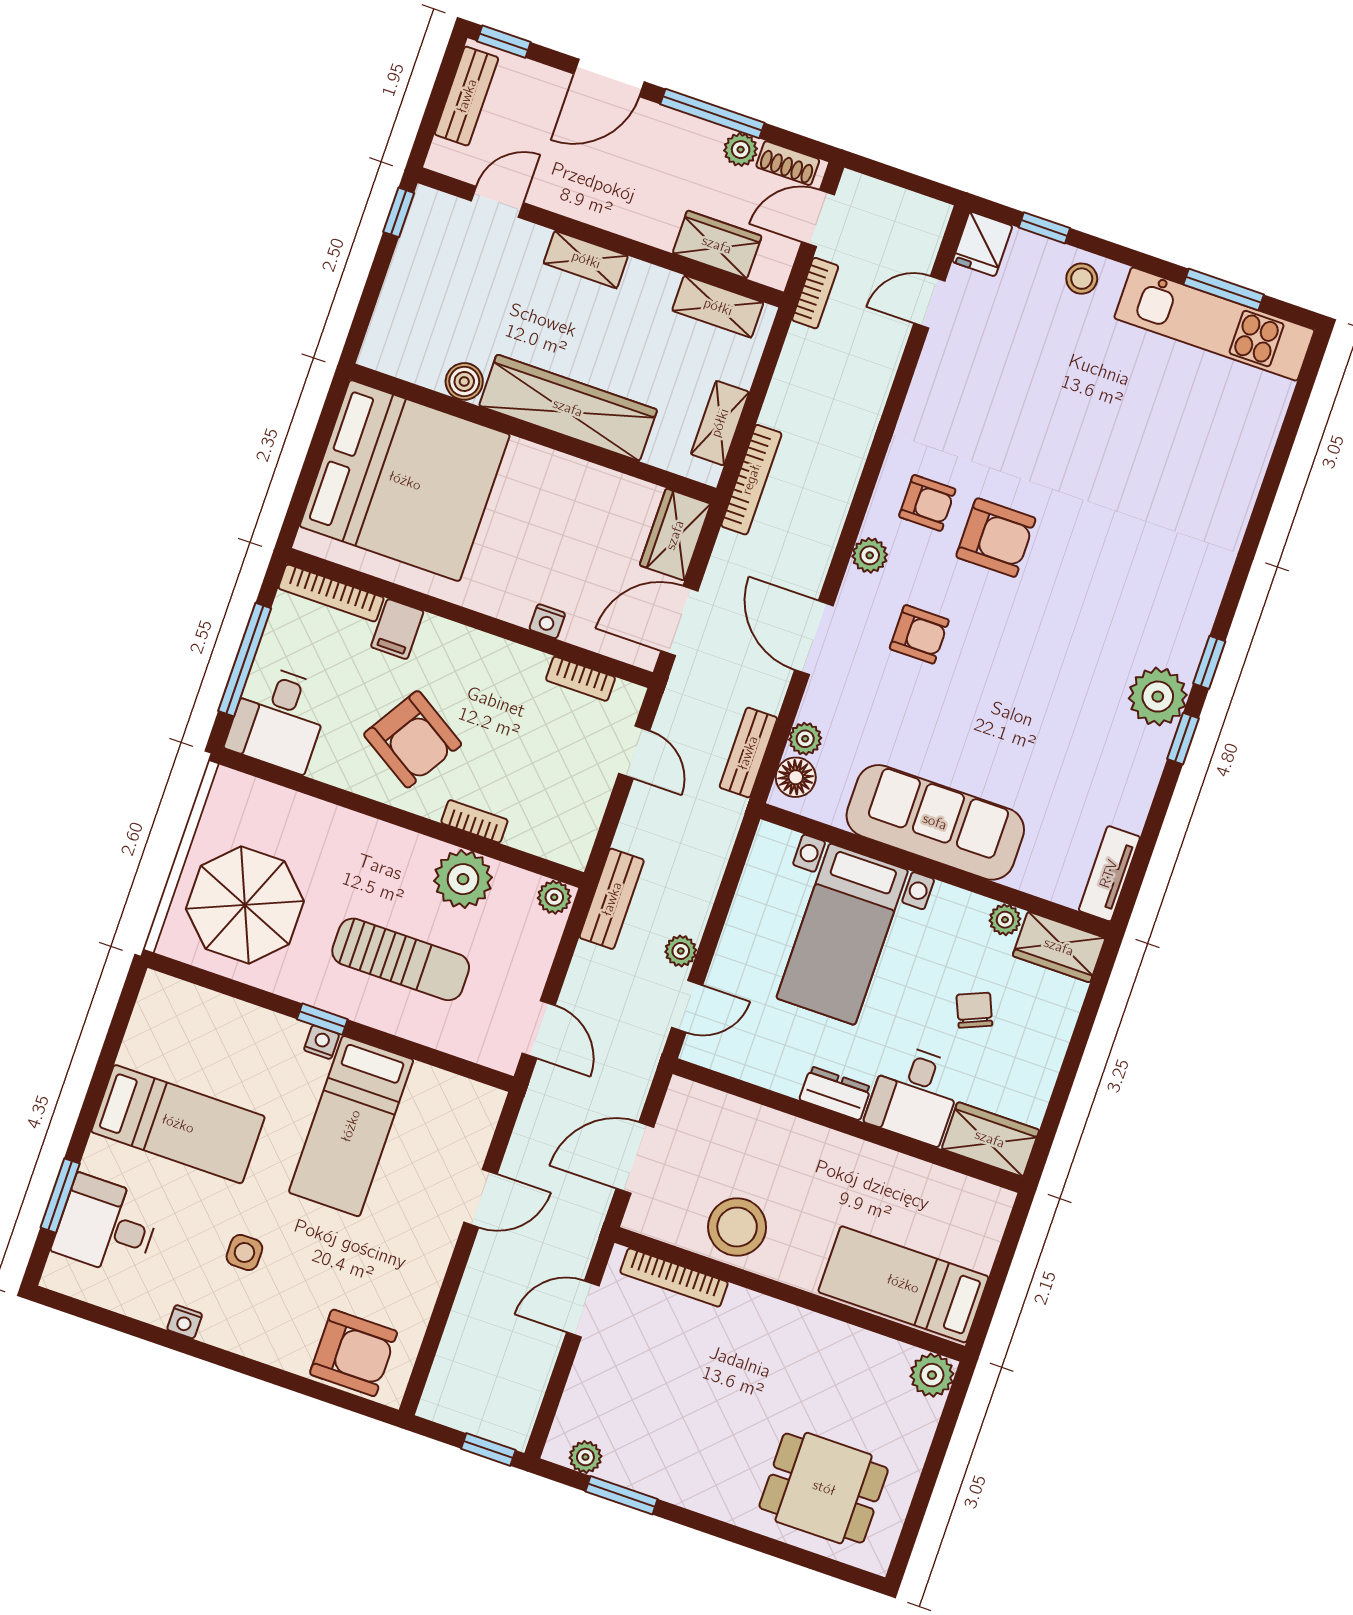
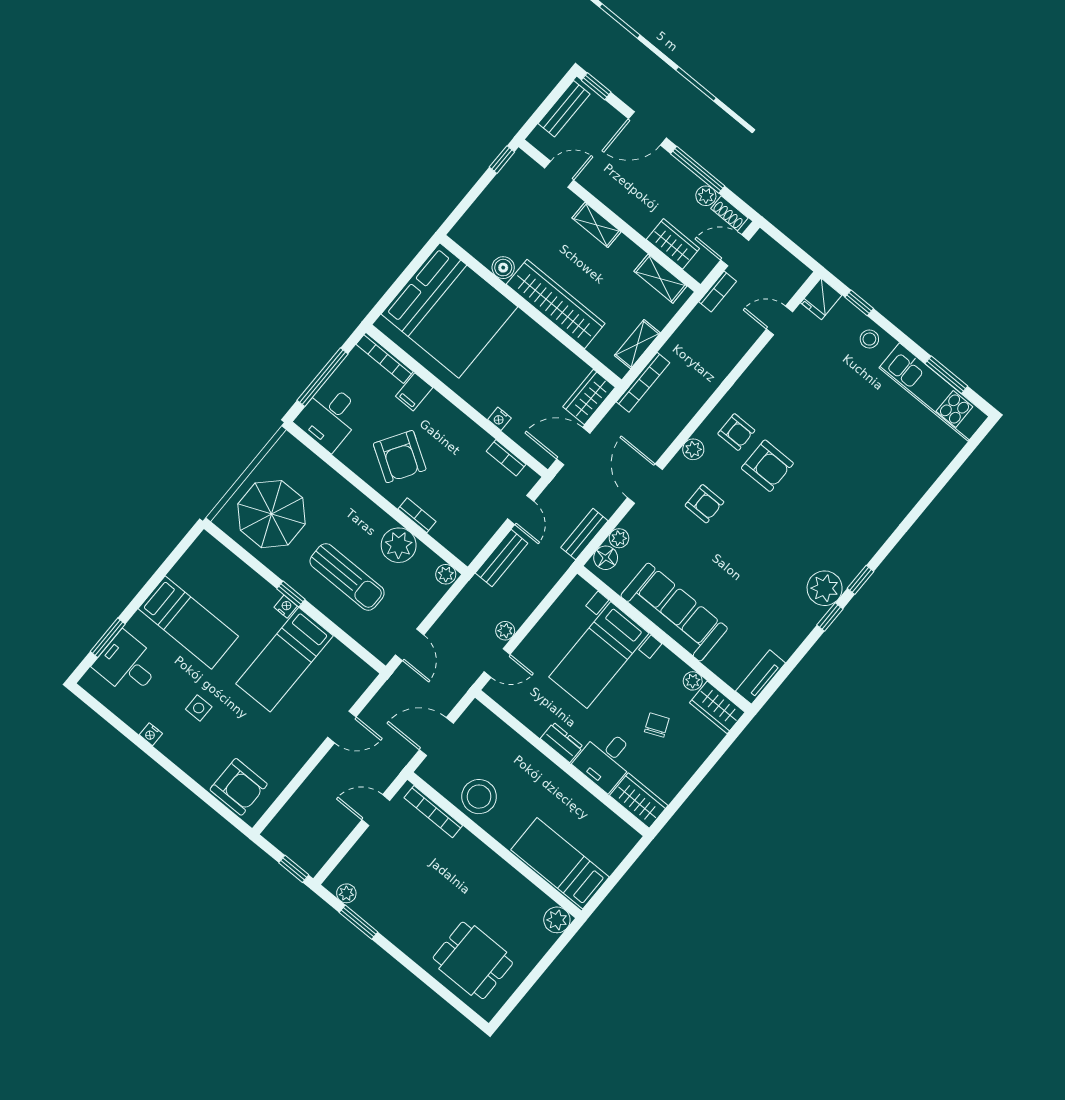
bench: (612, 899) -> (502, 558), moved

